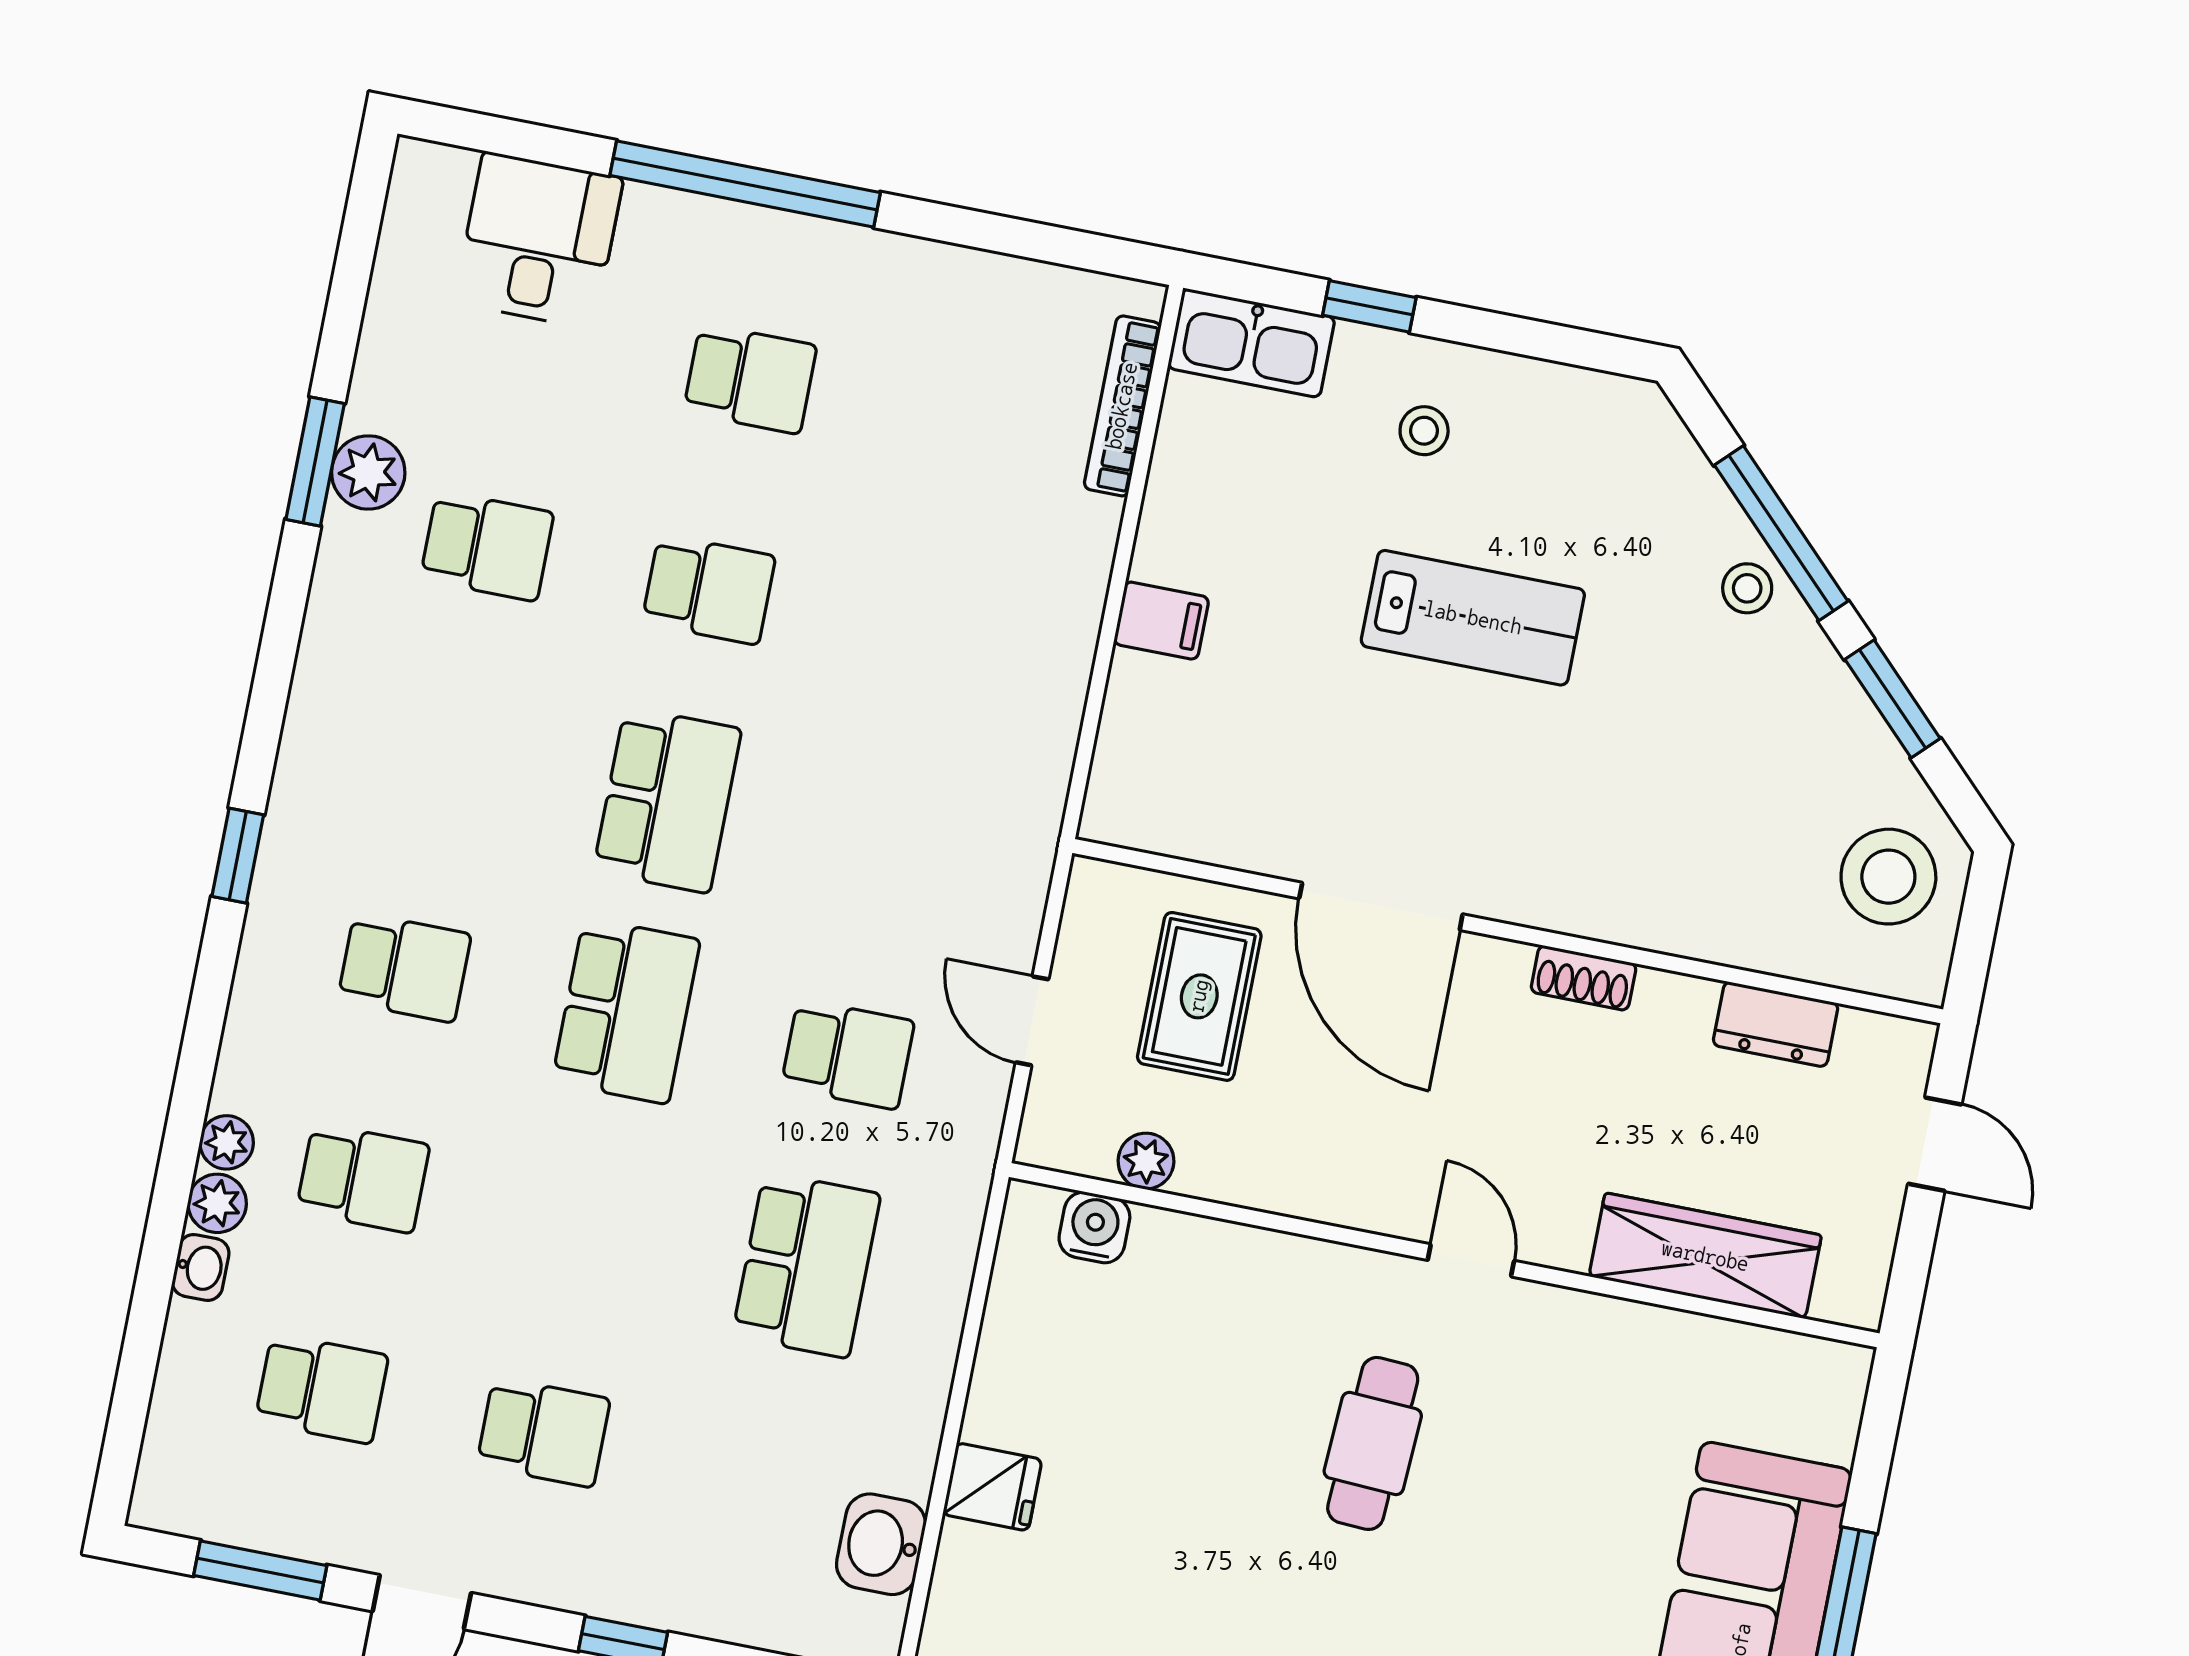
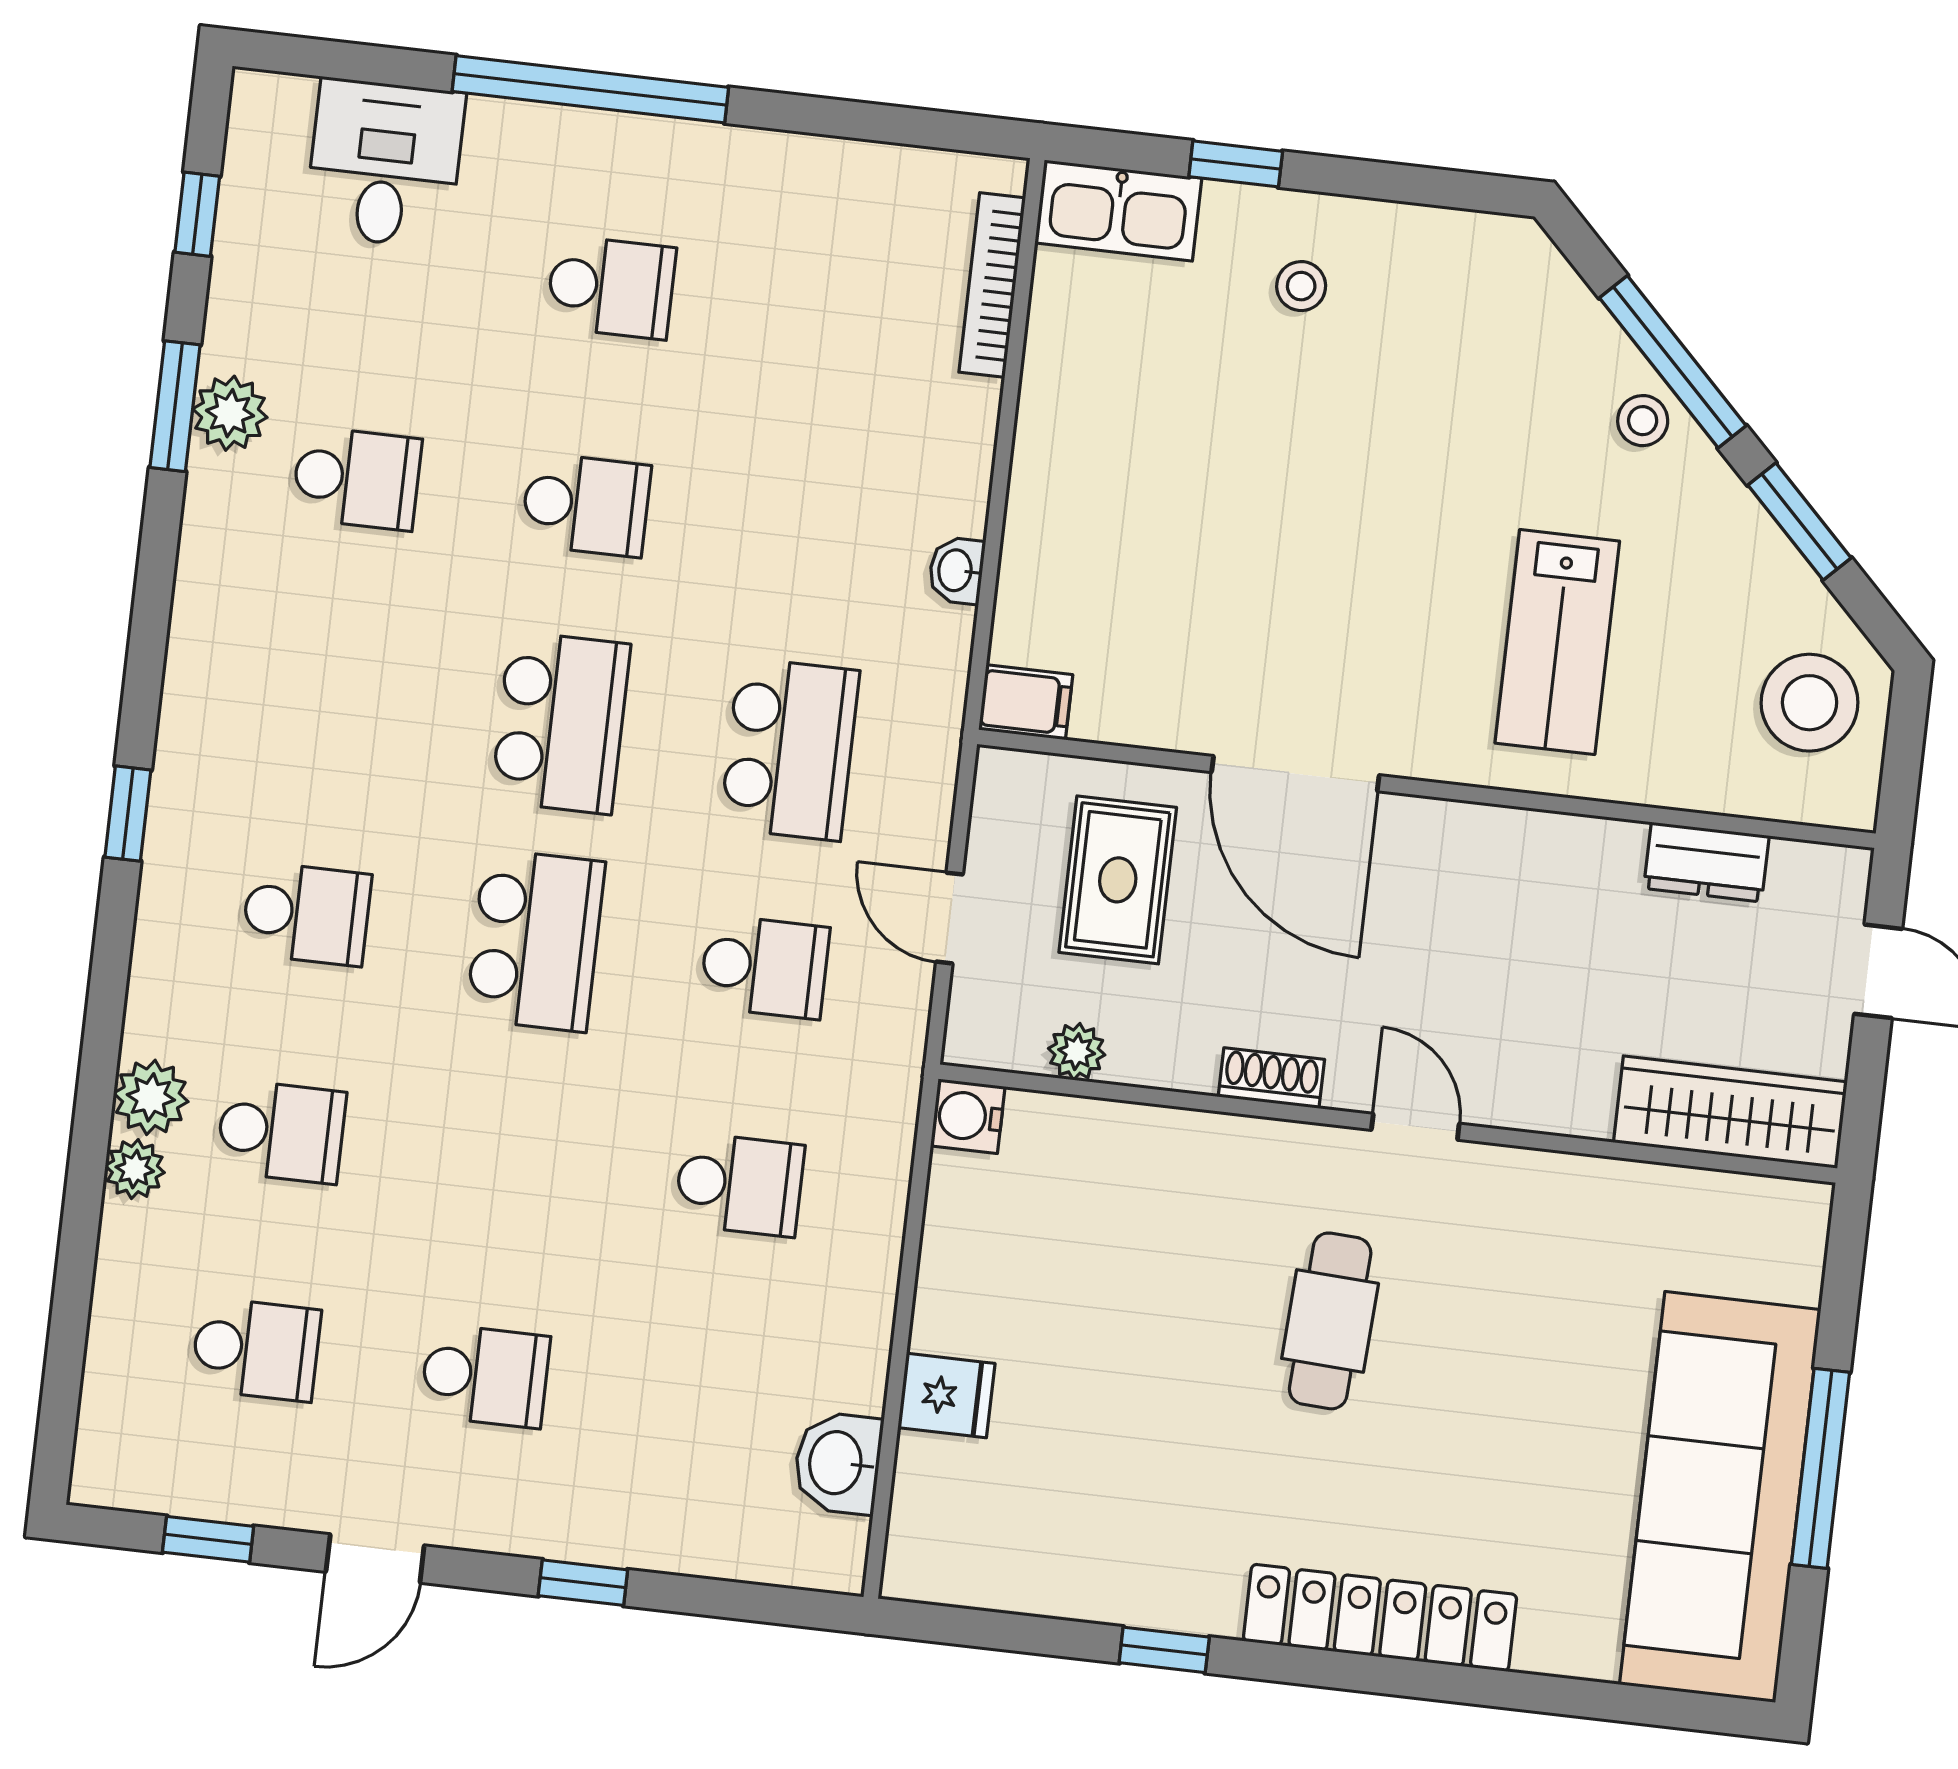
window: (352, 276) -> (197, 214), added
lab bench: (1473, 618) -> (1557, 642), moved, turned 90
filing cabinet: (1161, 621) -> (1026, 702), moved
school desk: (889, 844) -> (790, 749), added
shoe rack: (1584, 978) -> (1271, 1078), moved, turned 180
plant: (227, 1142) -> (151, 1097), width x1.38, depth x1.38
water cooler: (1094, 1227) -> (968, 1116), moved, turned -90
wardrobe: (1705, 1256) -> (1730, 1112), moved
school desk: (806, 1265) -> (739, 1185), width x0.54
washbasin: (201, 1268) -> (956, 570), moved, turned 180
window: (260, 1570) -> (208, 1539), width x0.67

